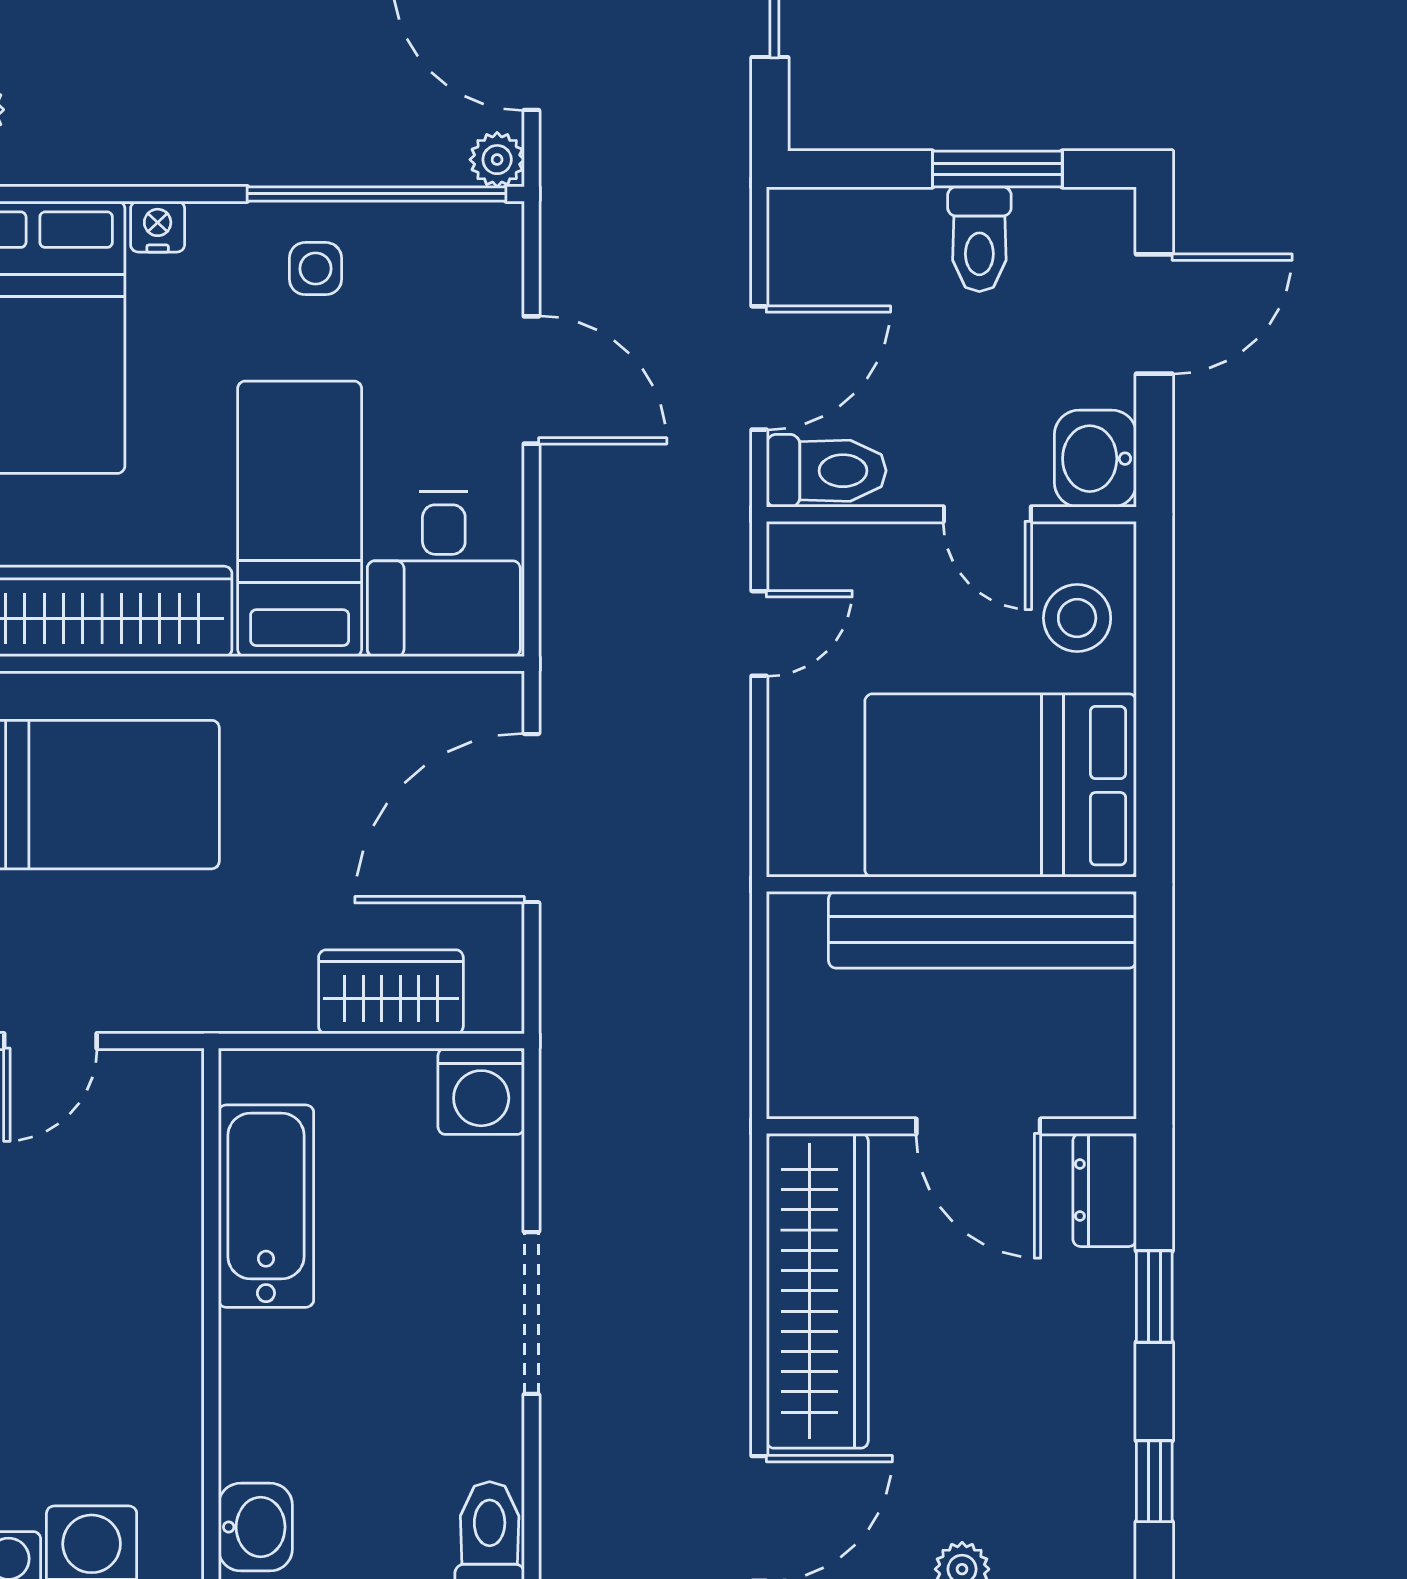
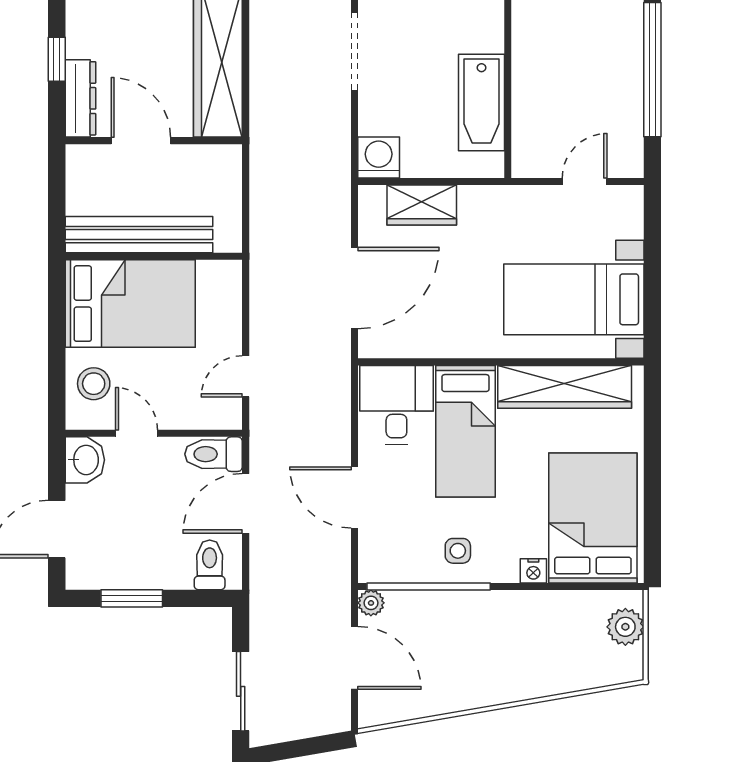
toilet: (979, 239) -> (210, 565), moved
dresser: (1105, 1190) -> (80, 98), width x1.44

